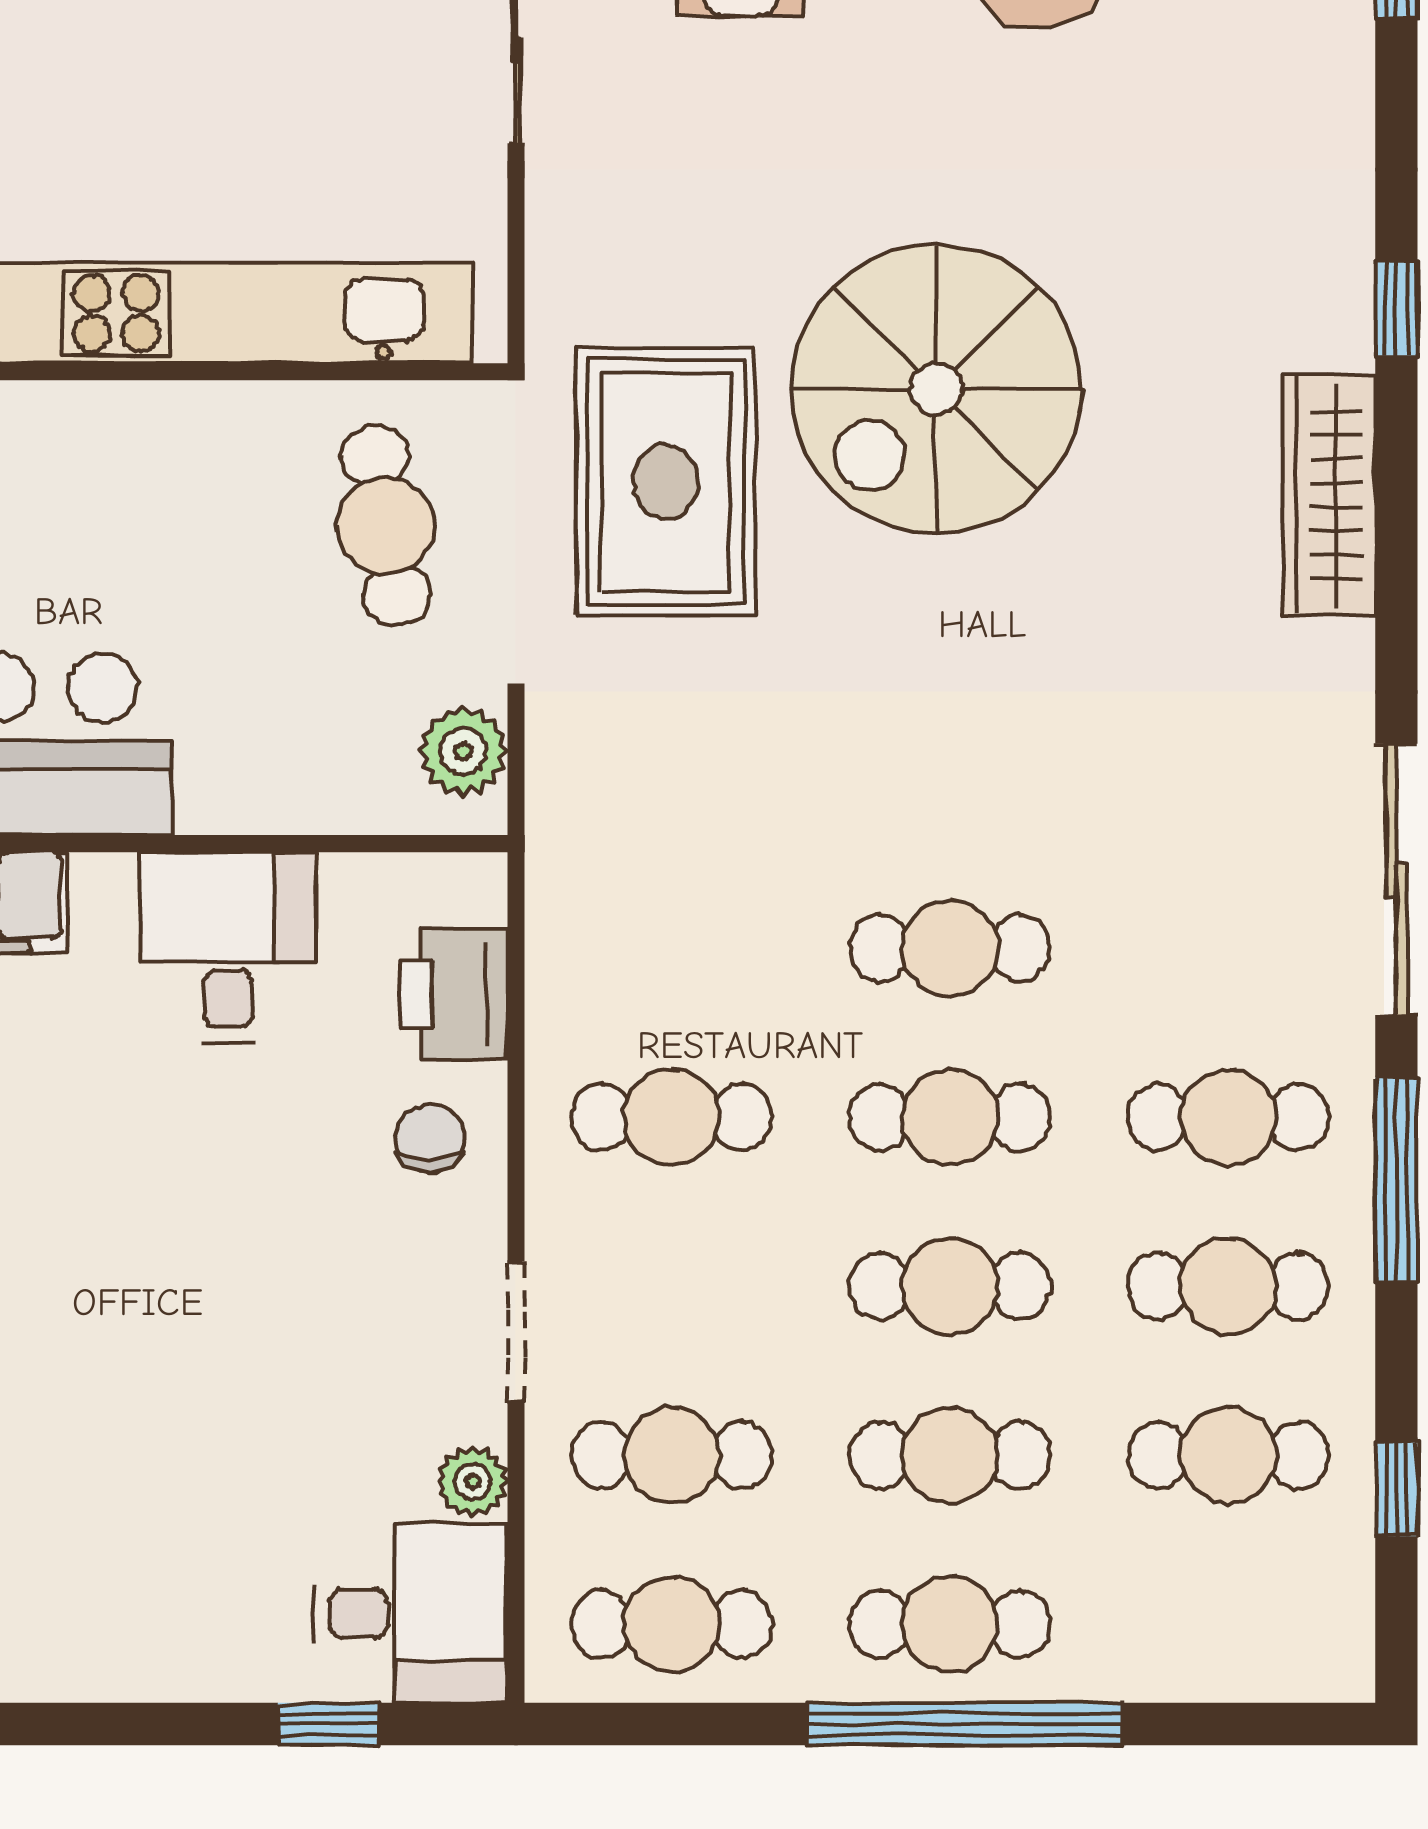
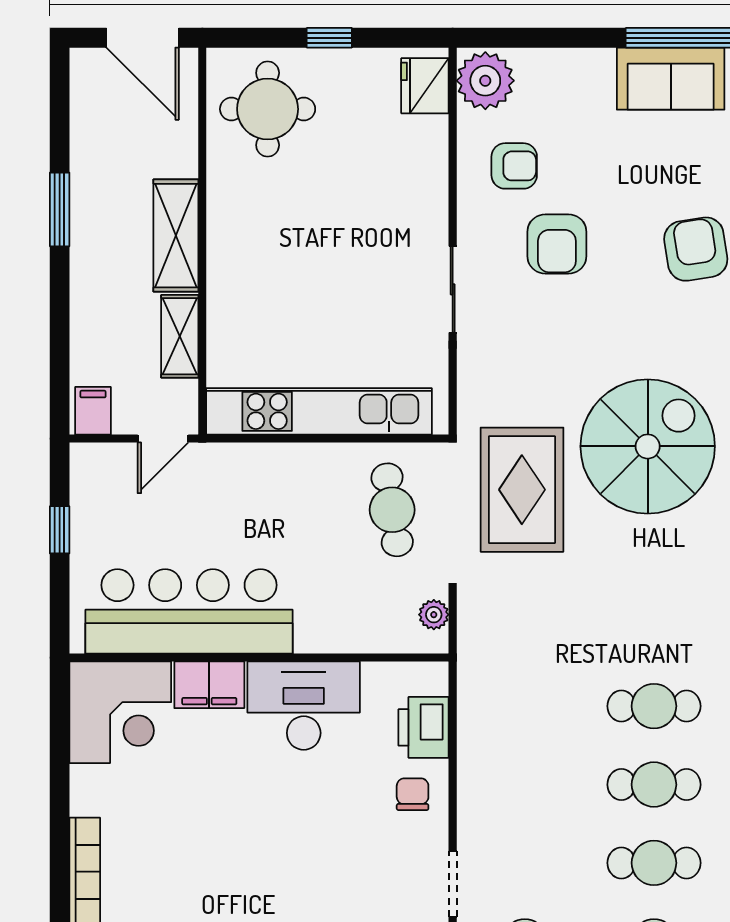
spiral stairs: (936, 389) -> (648, 446), turned 180
plant: (463, 751) -> (434, 615), width x0.73, depth x0.73
desk: (228, 947) -> (304, 706), width x1.37
cafe table: (672, 1117) -> (525, 785), removed

